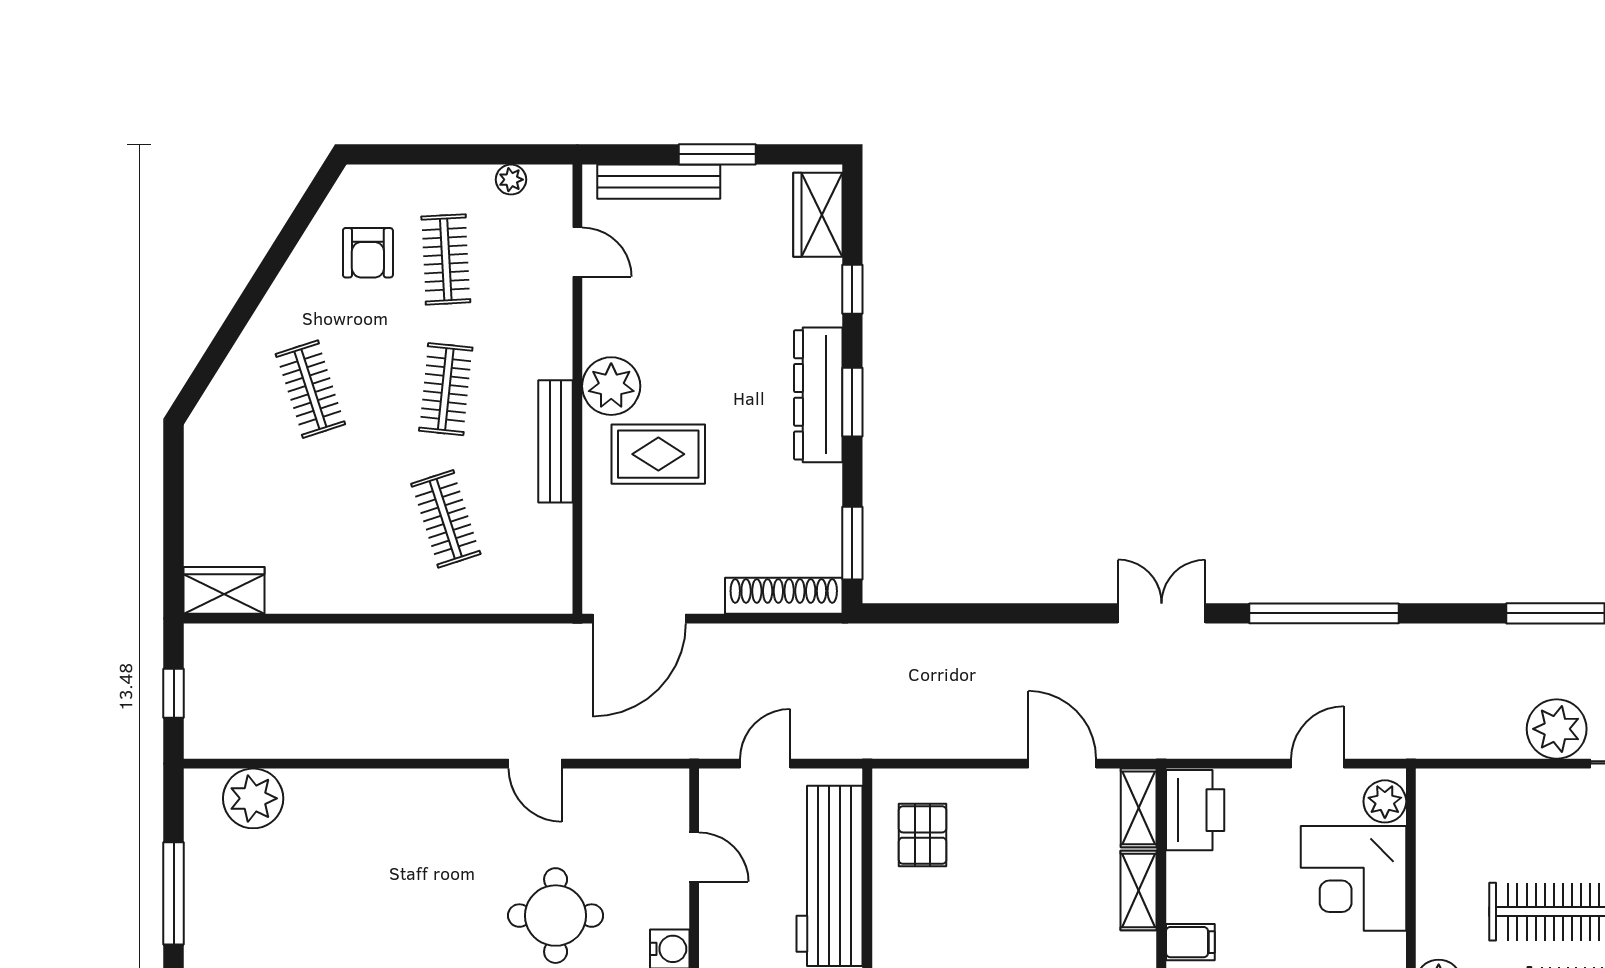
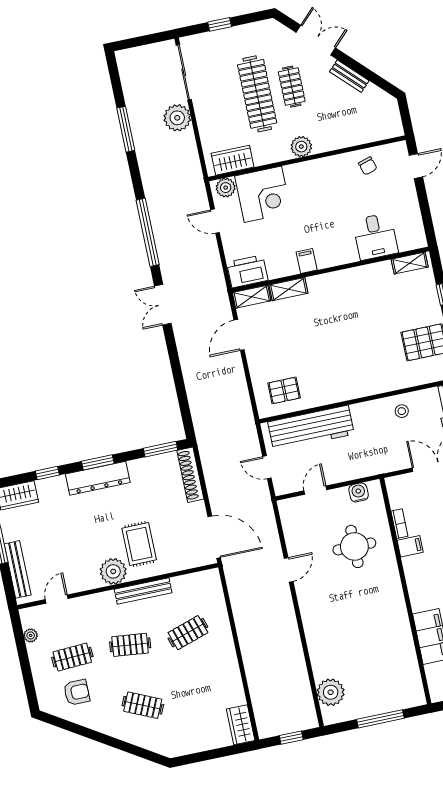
clothes rail: (310, 389) -> (143, 705), turned 42
wardrobe: (1441, 829) -> (233, 160), added

